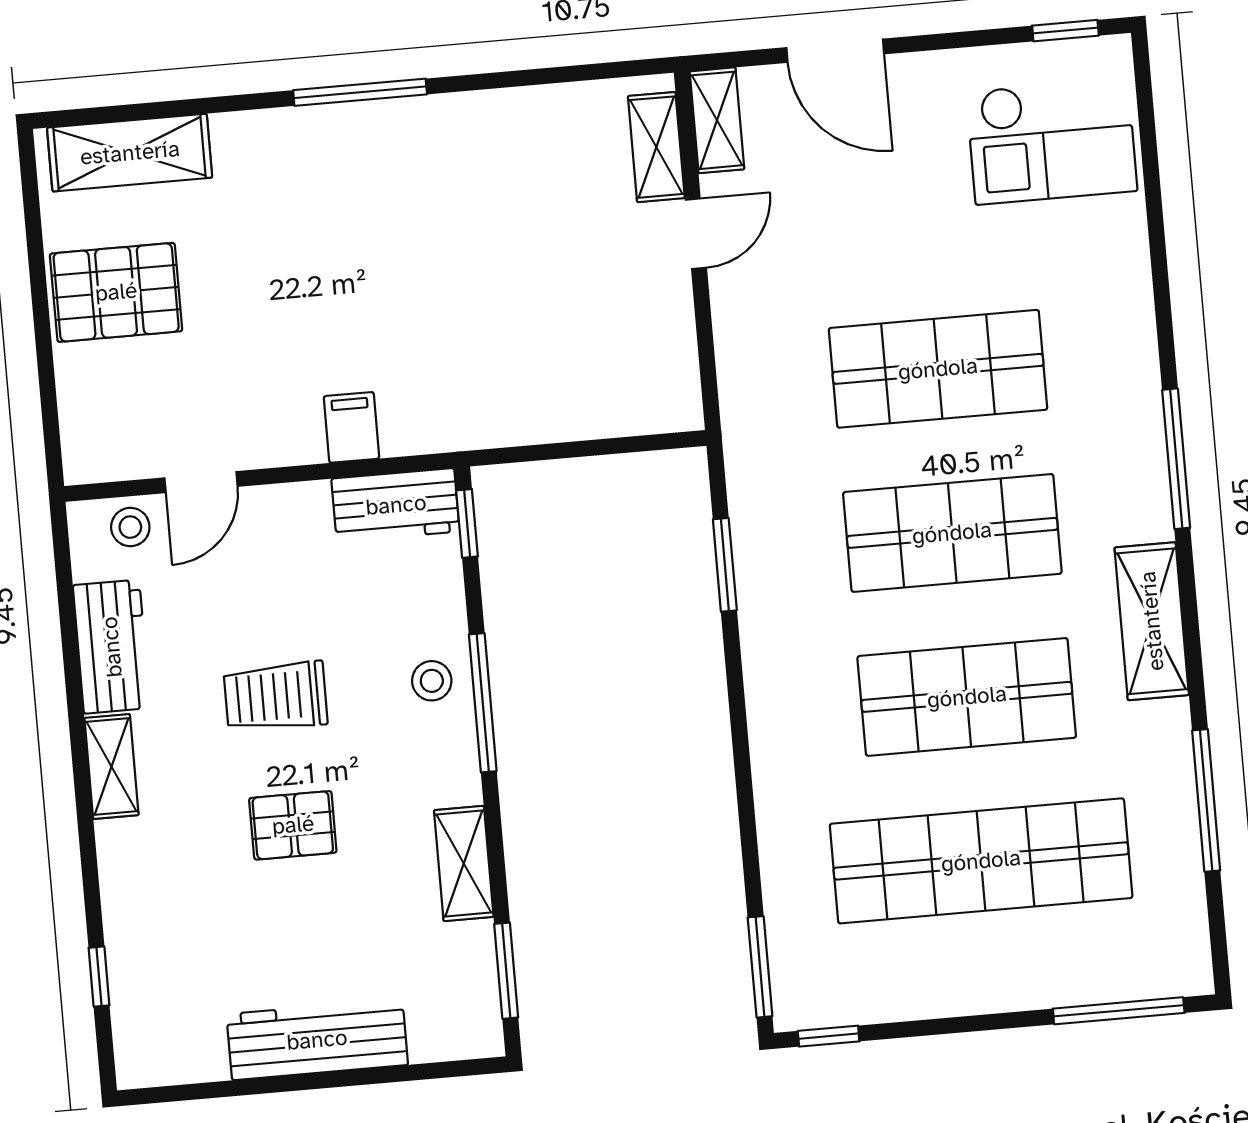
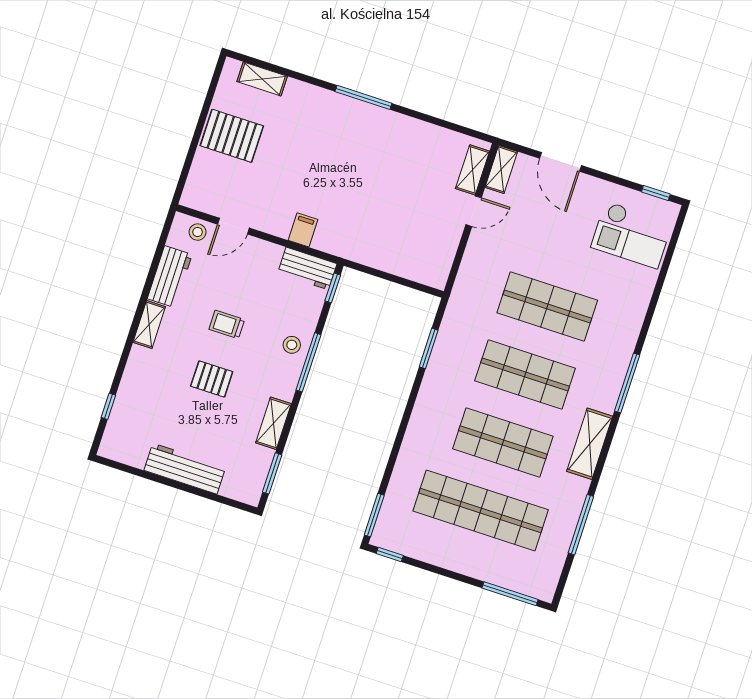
shelving: (130, 153) -> (262, 79), width x0.67, depth x0.75
trolley: (276, 696) -> (227, 324), width x0.73, depth x0.72

